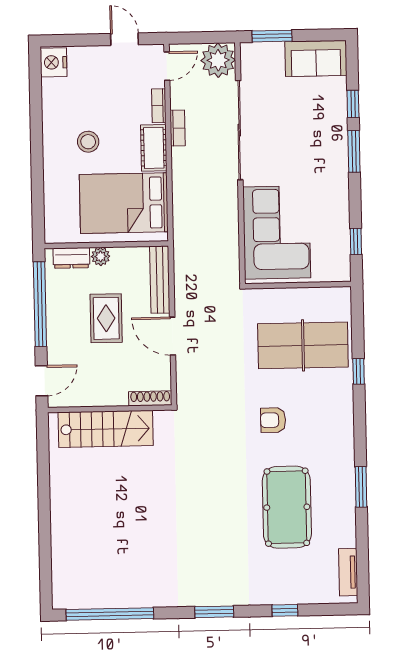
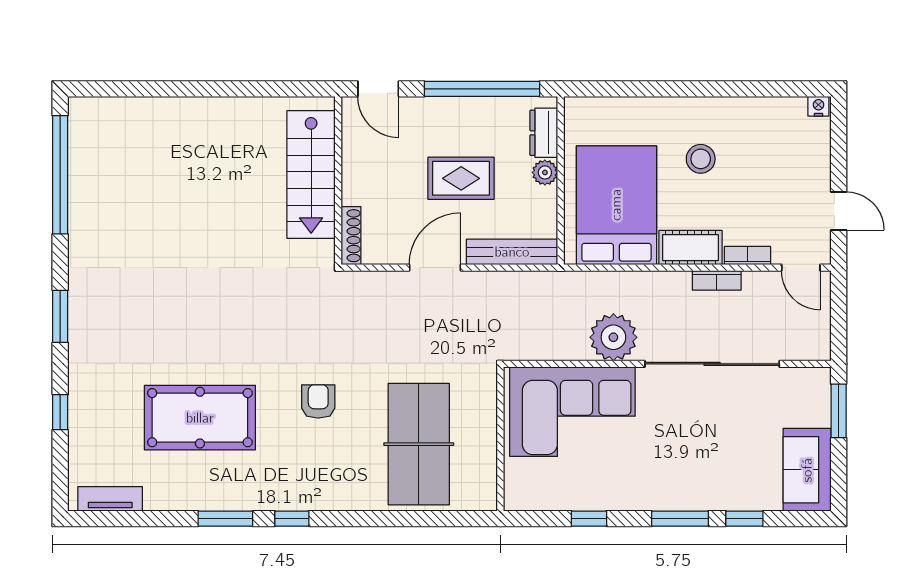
door: (125, 39) -> (839, 211), hinge flipped
plant: (218, 60) -> (613, 337), moved
nightstand: (53, 62) -> (818, 106), width x0.53, depth x0.56
window: (356, 242) -> (589, 519), moved
window: (359, 371) -> (292, 519), moved

